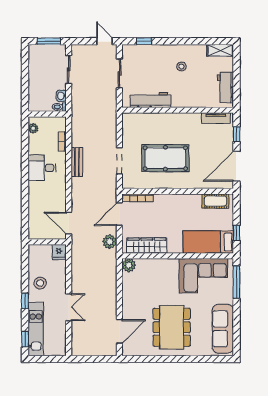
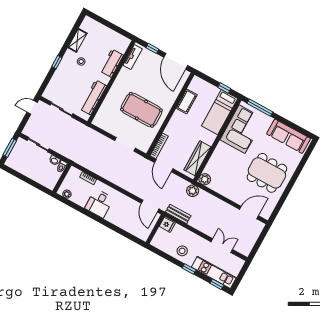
window: (144, 41) -> (57, 62), moved
shelving: (220, 50) -> (77, 40), moved
workbench: (225, 88) -> (112, 63), moved, turned 90
pool table: (165, 158) -> (141, 110), turned 90
bench: (77, 162) -> (178, 214), moved
cot: (215, 201) -> (187, 101), moved
door: (69, 223) -> (150, 206), hinge flipped
plant: (110, 242) -> (193, 191), moved
double door: (69, 307) -> (222, 246), moved
door: (119, 331) -> (249, 213), hinge flipped

